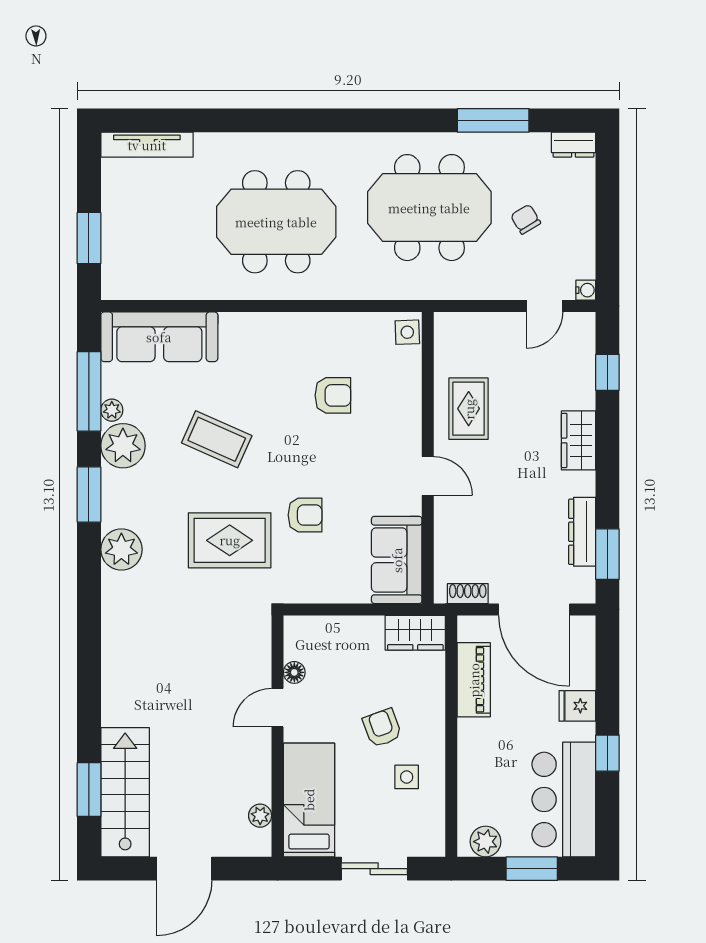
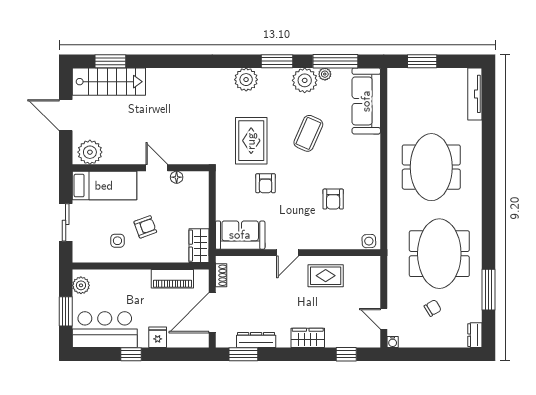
plant: (260, 816) -> (90, 152), width x1.87, depth x1.87

